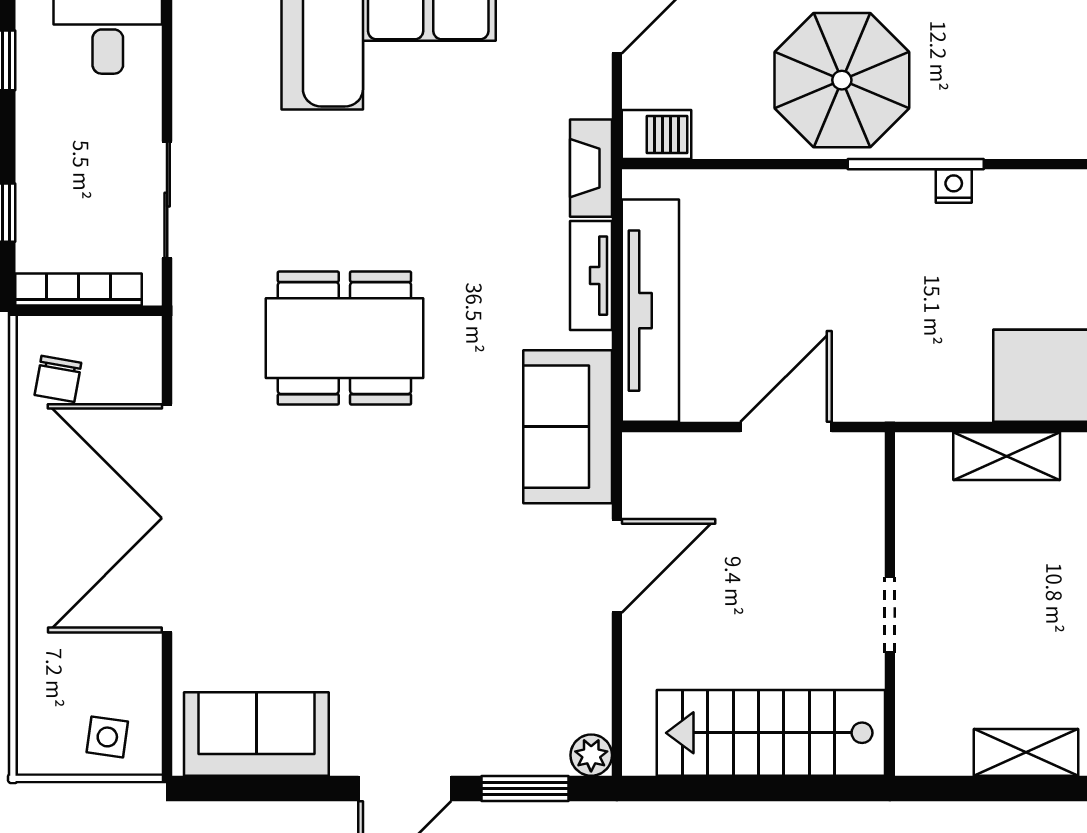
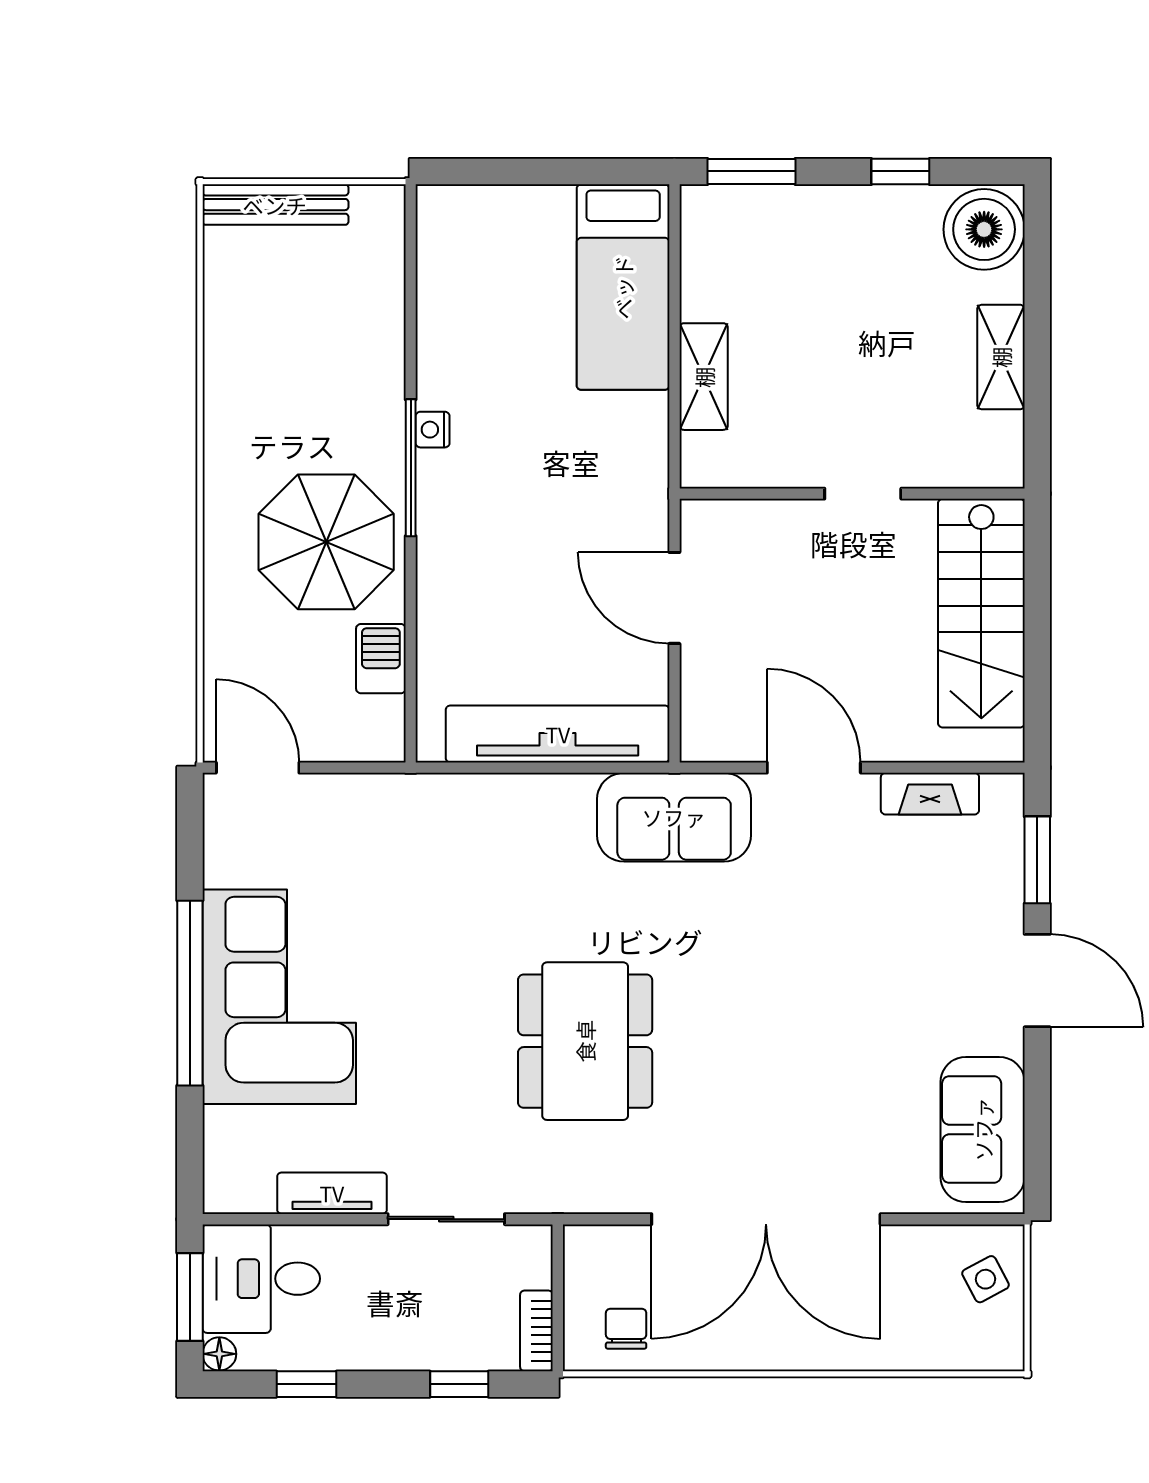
barbecue: (657, 135) -> (381, 659), moved
fireplace: (591, 168) -> (930, 794), moved
tv unit: (591, 276) -> (332, 1193), moved, turned 180
bookcase: (79, 290) -> (536, 1331), width x0.64
chair: (58, 379) -> (626, 1329), turned -100
side table: (107, 737) -> (985, 1279), turned -36
plant: (591, 755) -> (1004, 793), removed

